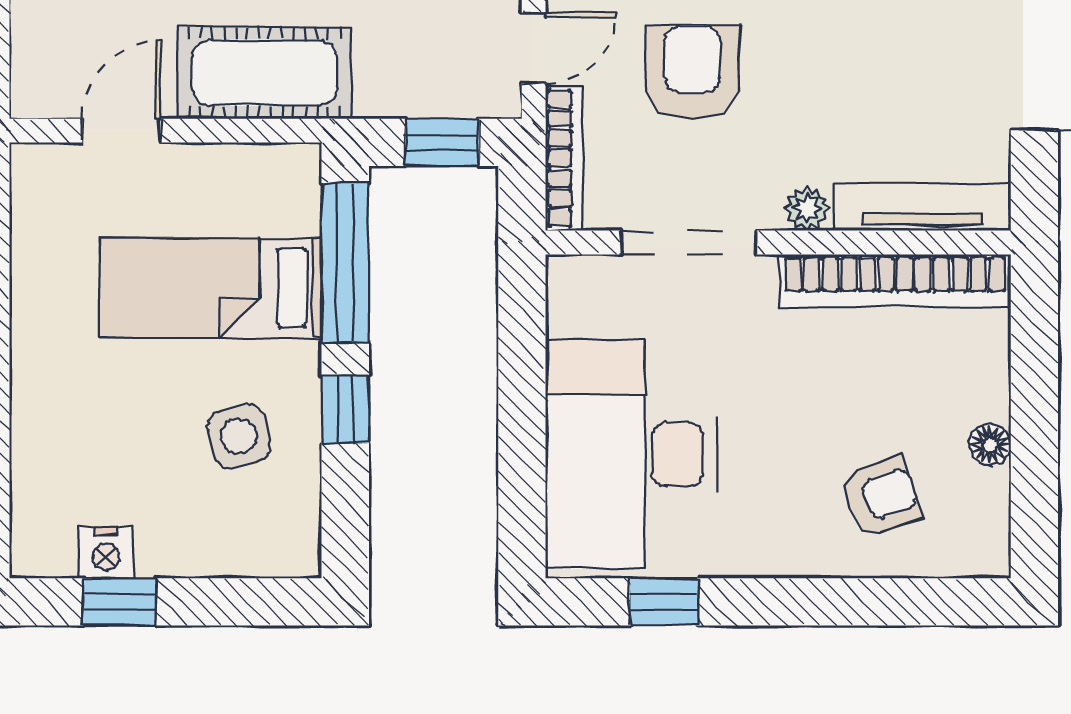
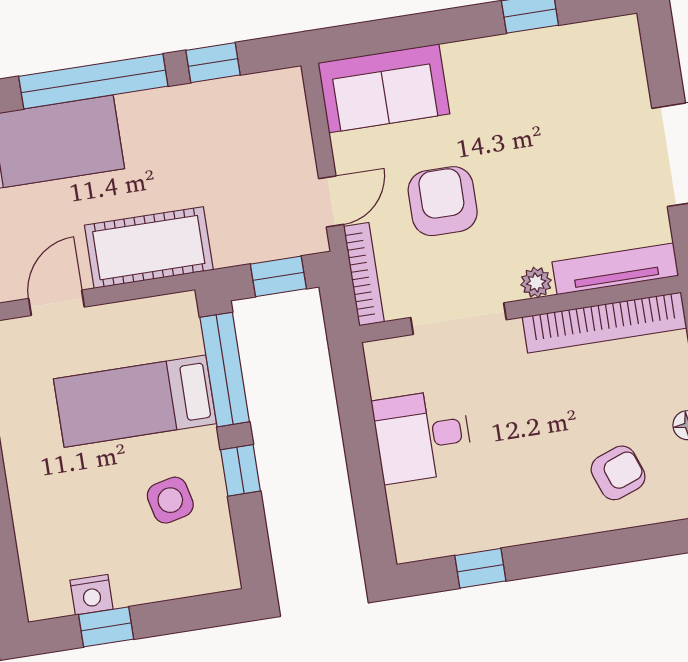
desk: (631, 454) -> (423, 436), width x0.53, depth x0.77

